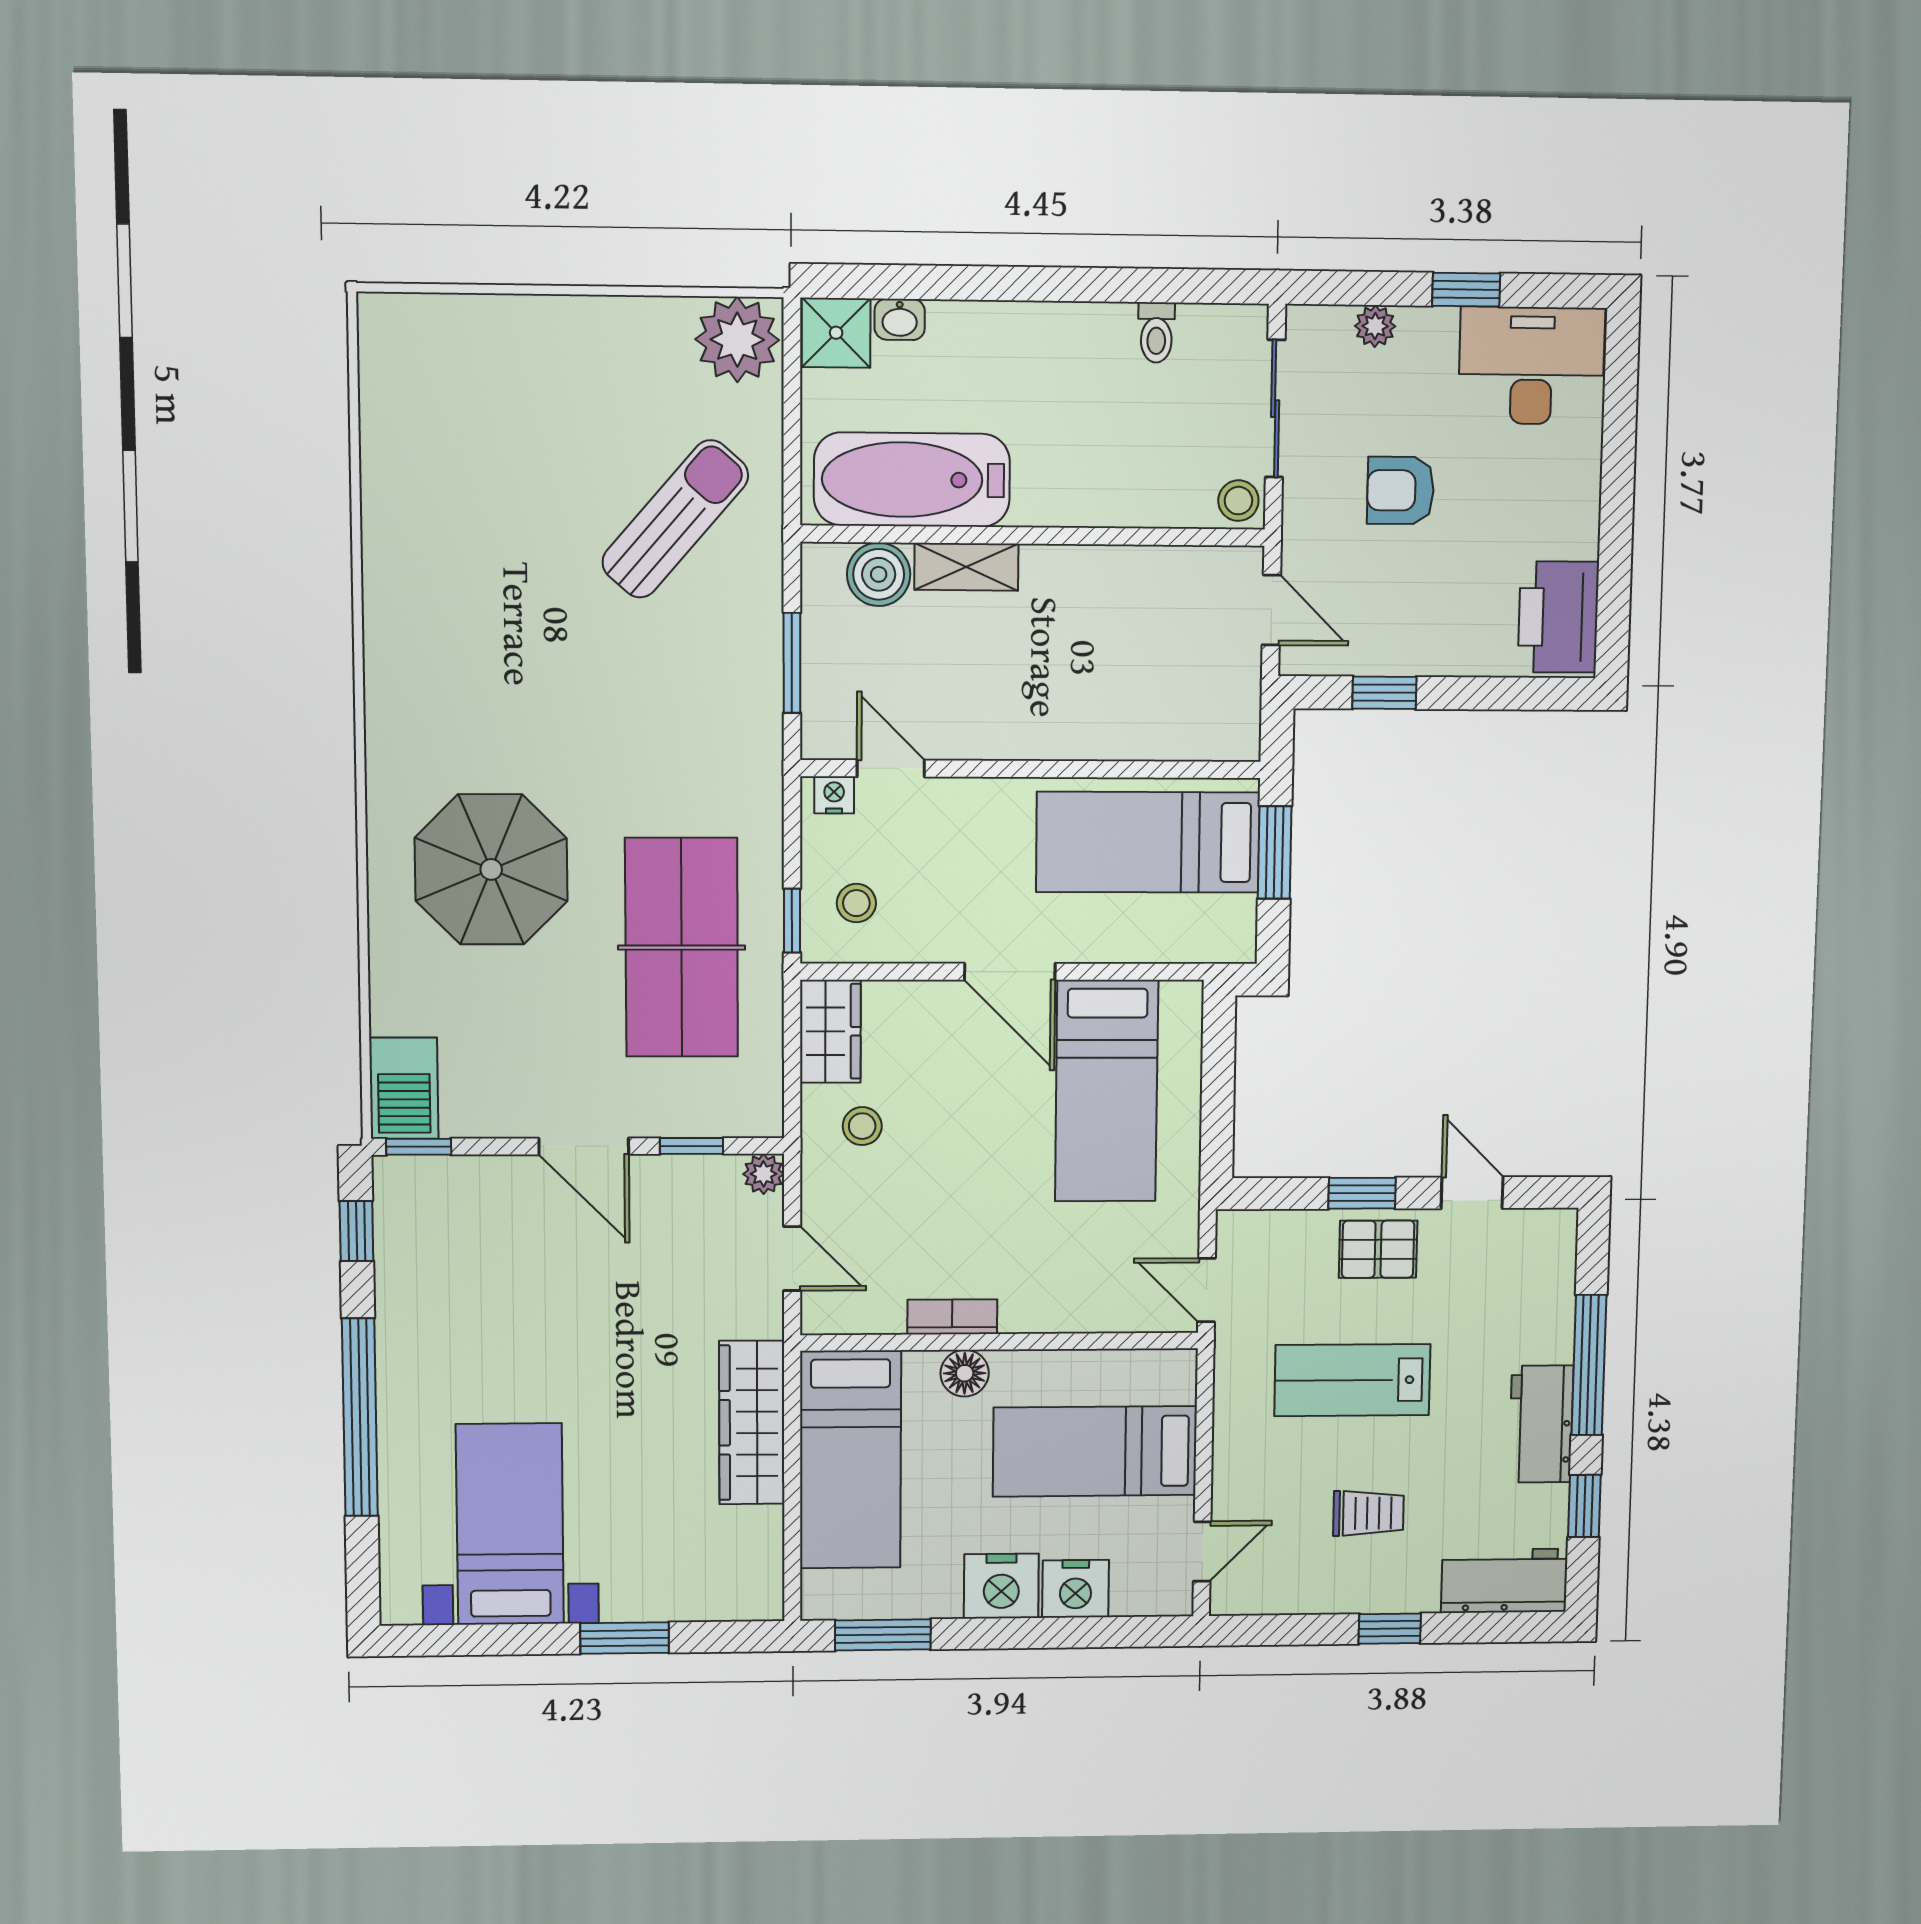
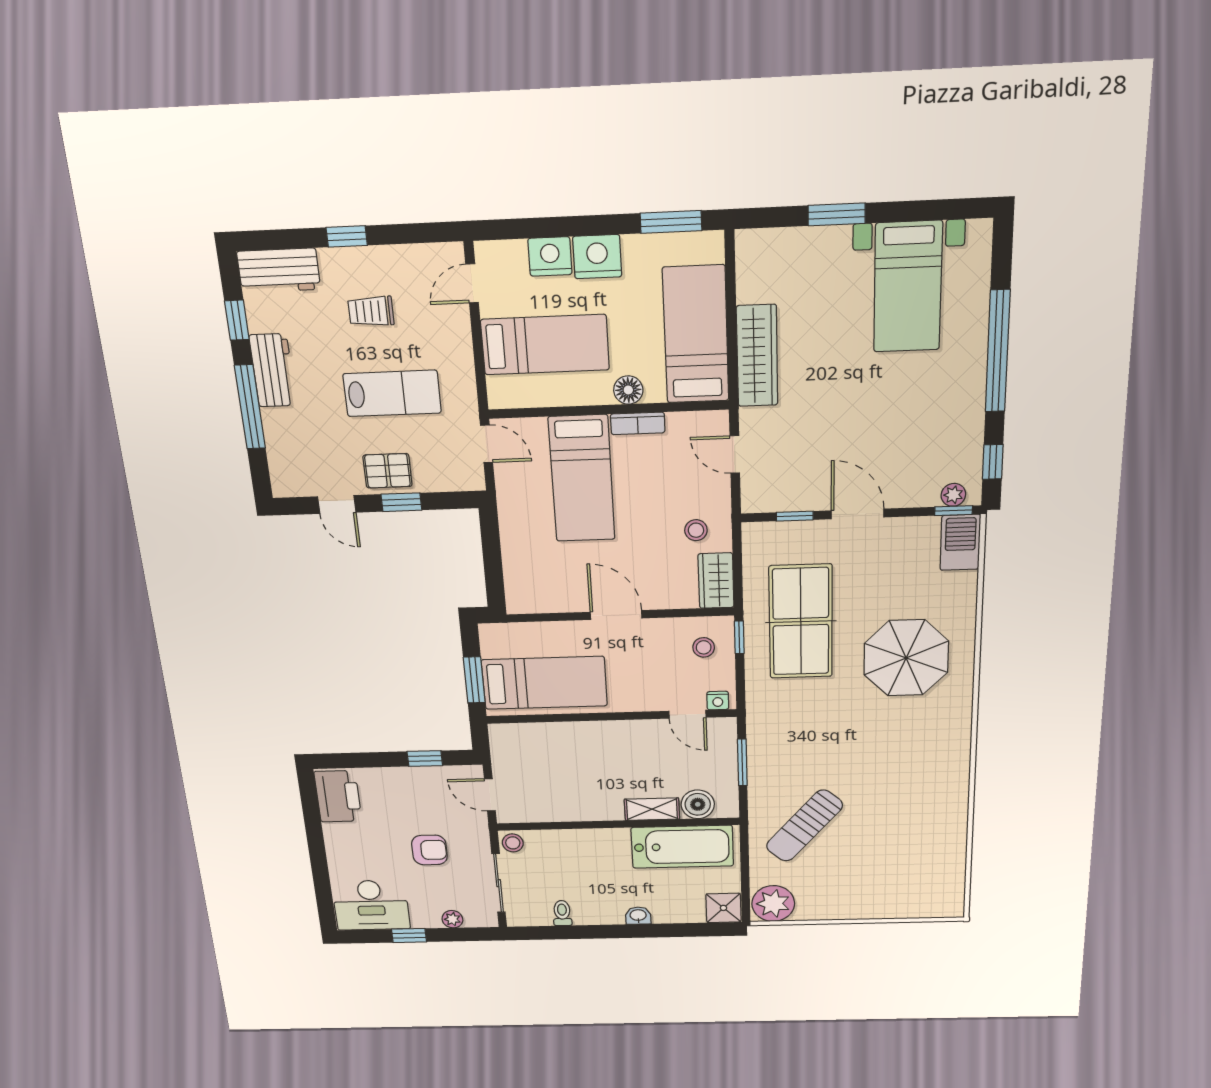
washbasin: (900, 319) -> (638, 916), moved
bed: (1107, 1091) -> (582, 479), moved, turned 180
plant: (763, 1174) -> (953, 495), moved

